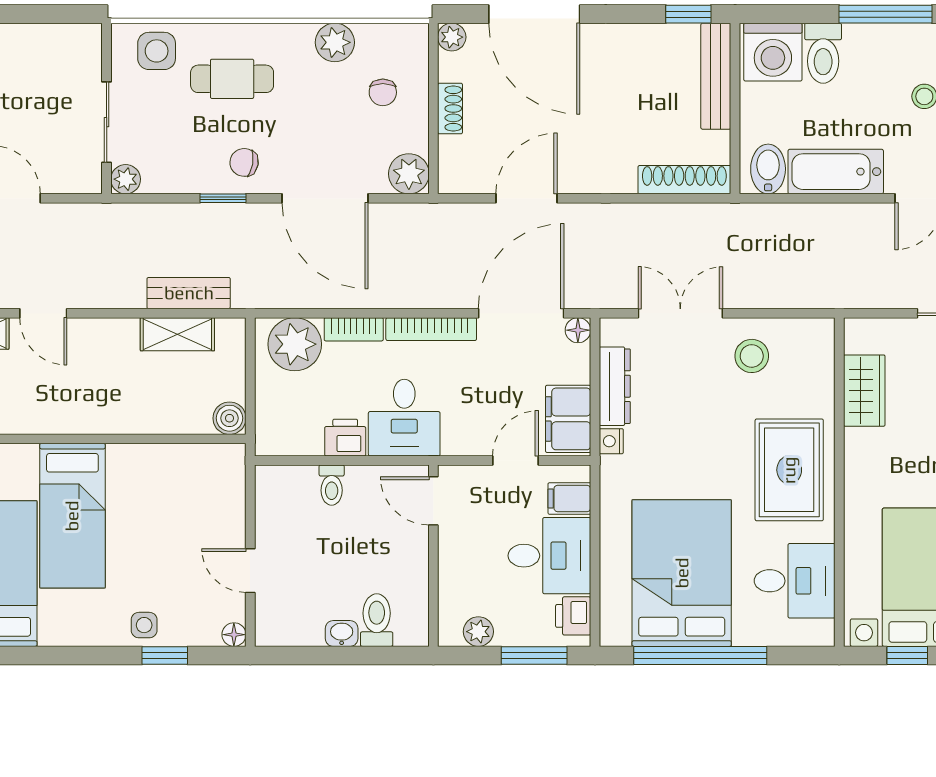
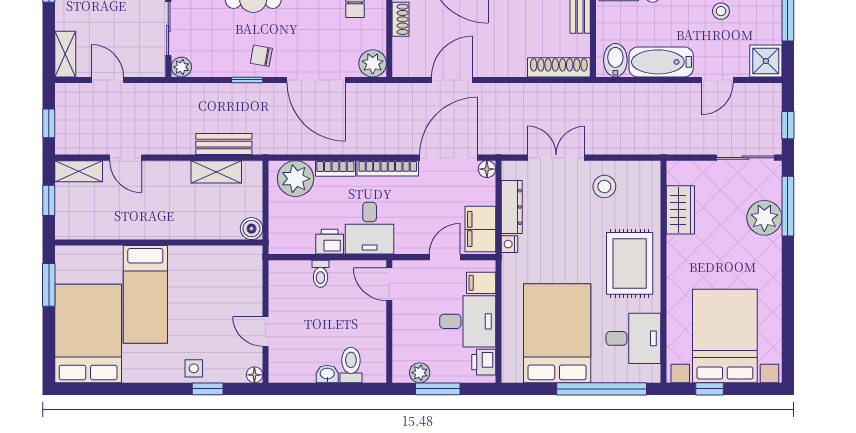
window: (534, 655) -> (438, 389), moved
window: (700, 655) -> (602, 389), moved

